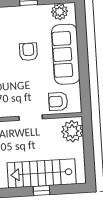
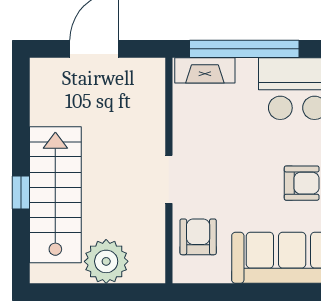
plant: (72, 131) -> (106, 261), moved

